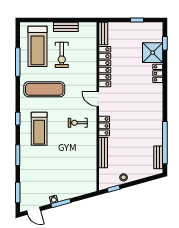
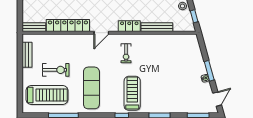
bench: (66, 27) -> (27, 55), moved
treadmill: (39, 129) -> (132, 93), turned -90

